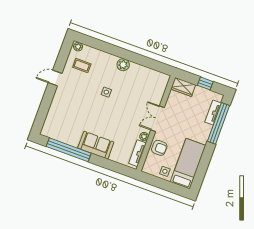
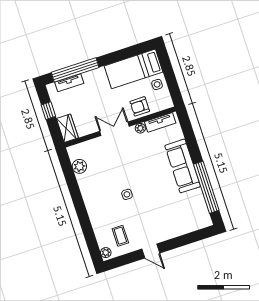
plant: (123, 65) -> (79, 166), moved
double door: (157, 119) -> (115, 129), swing flipped
sofa: (96, 145) -> (183, 166), width x1.36
armchair: (159, 148) -> (140, 106), turned -90

